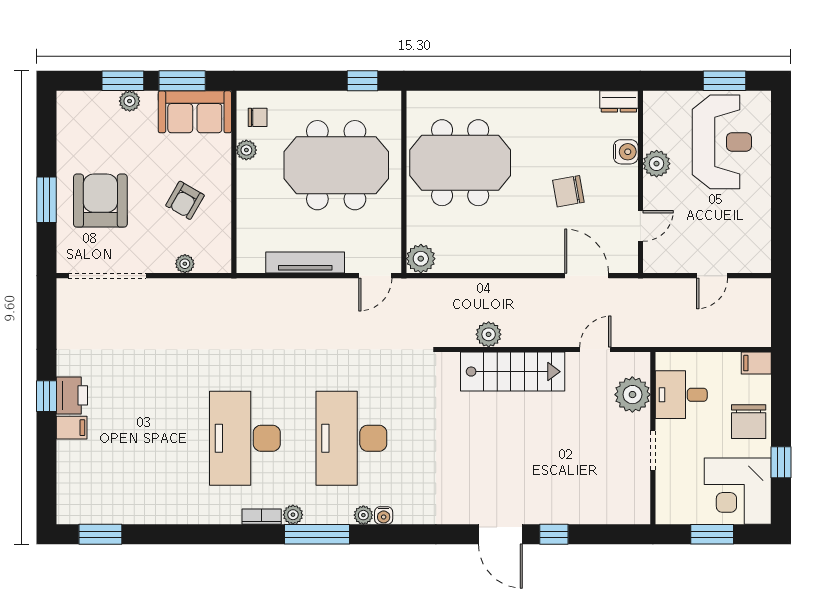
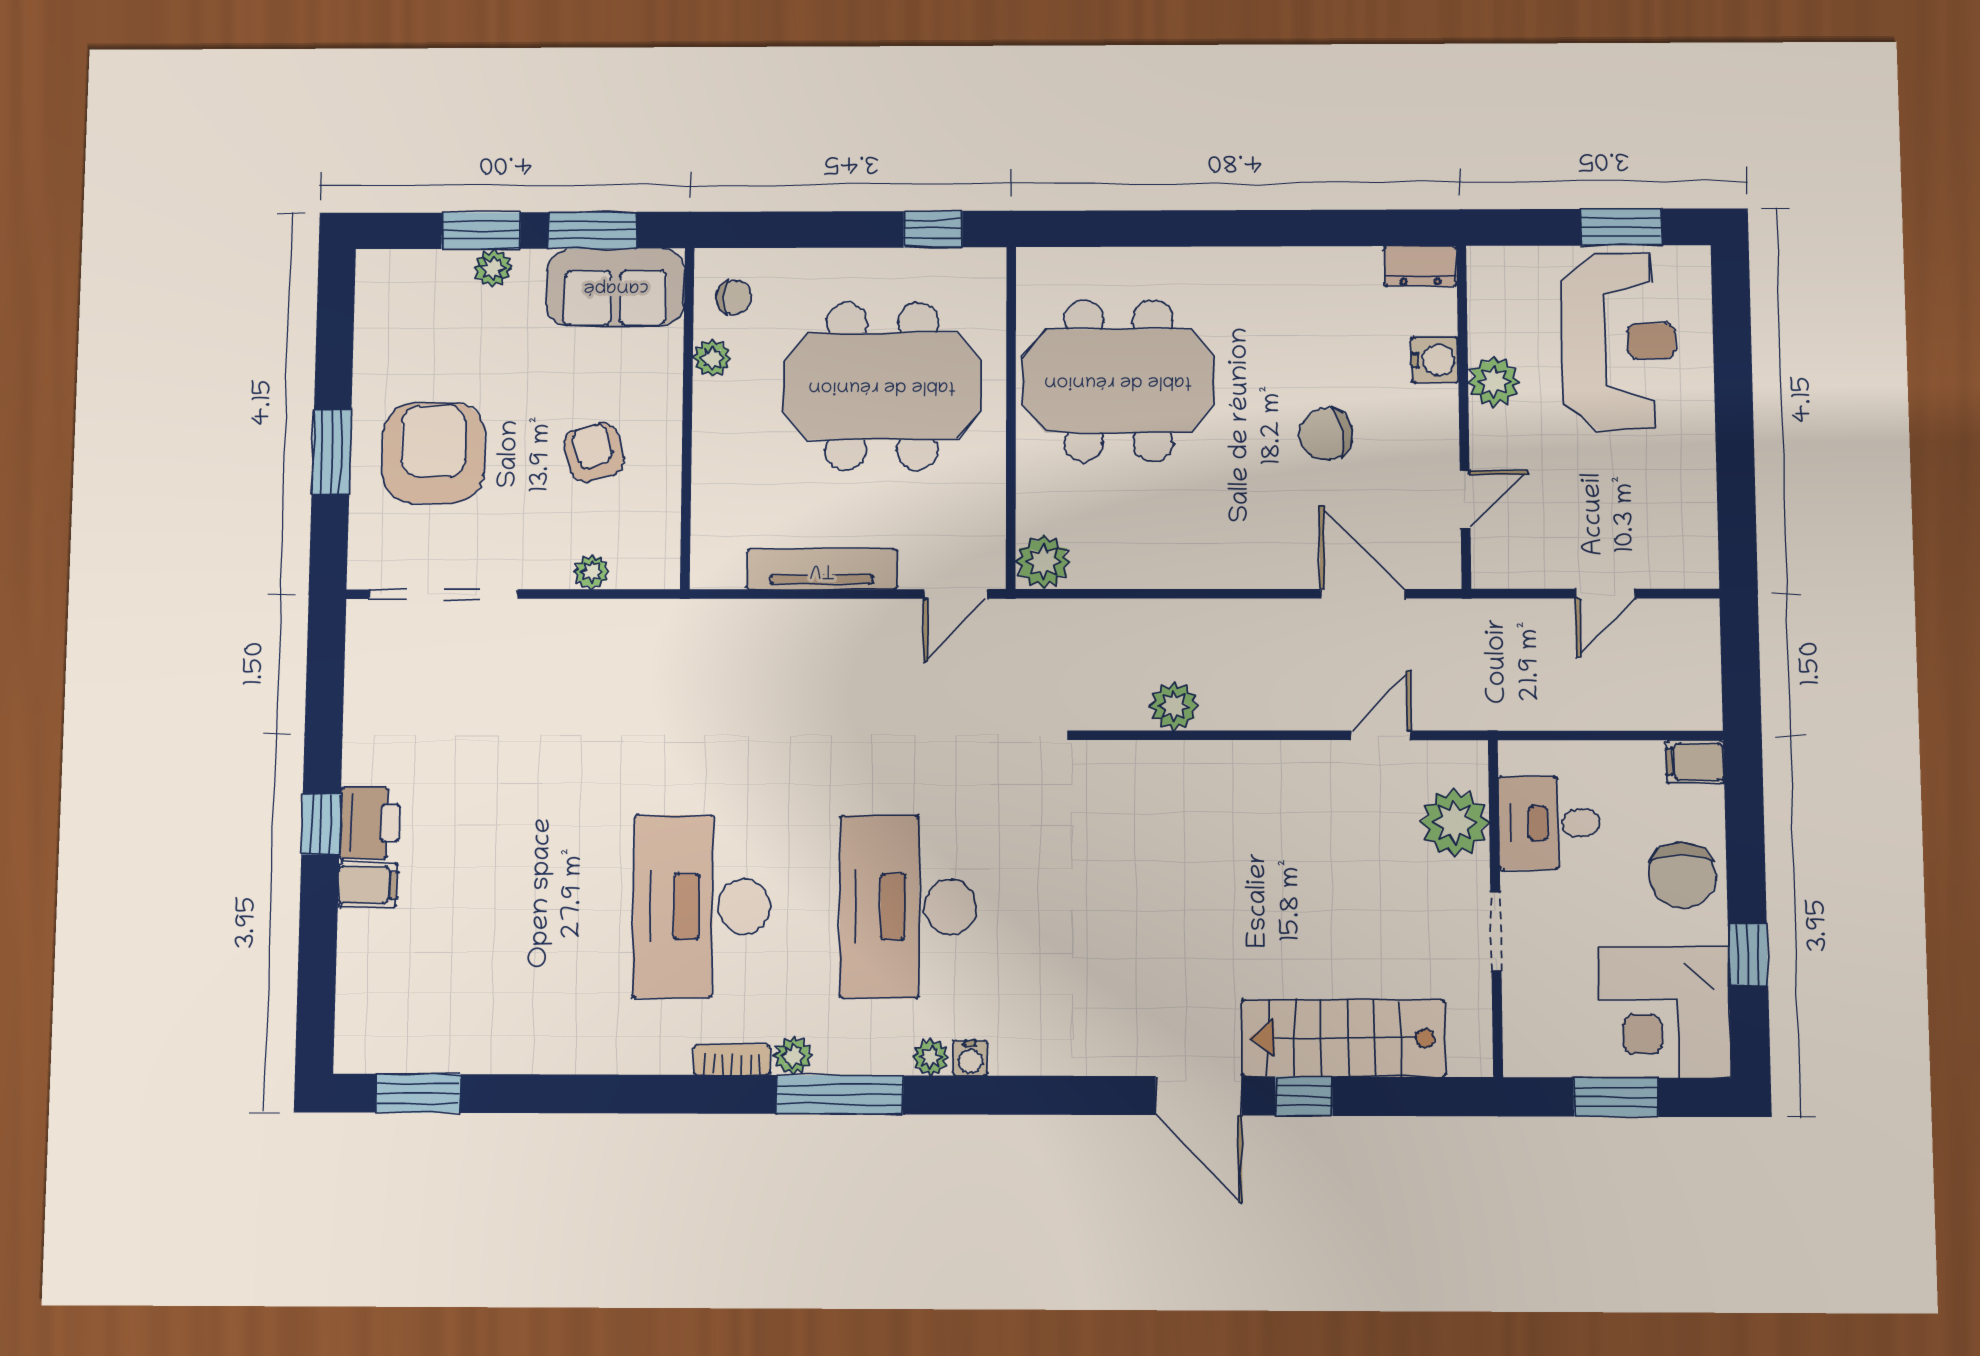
armchair: (185, 200) -> (594, 452), turned 135
stairs: (513, 372) -> (1343, 1038), moved, turned 180

